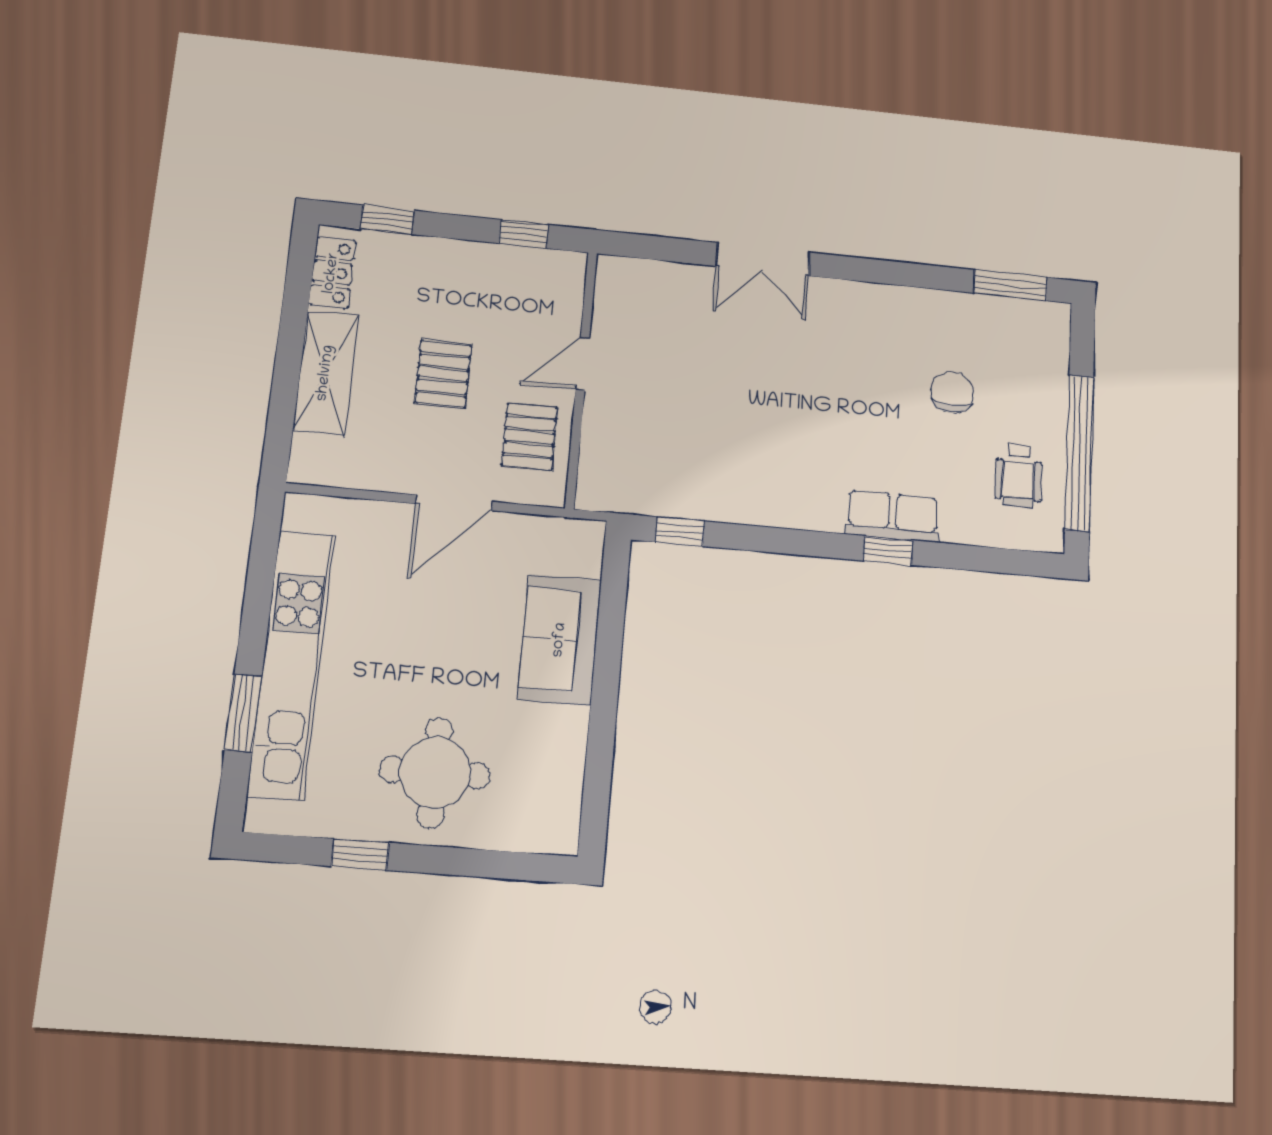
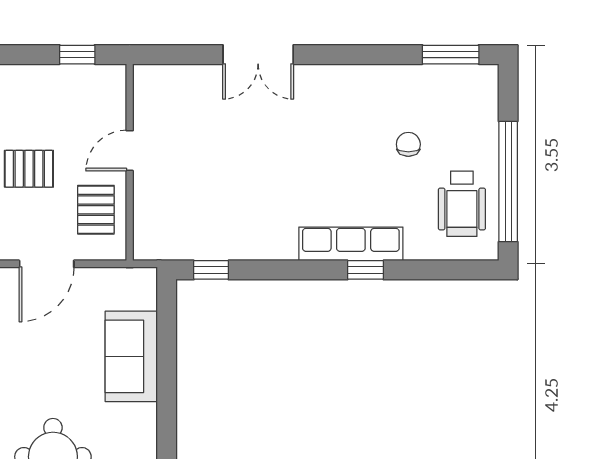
pallet: (443, 374) -> (29, 169), turned 90
chair: (952, 392) -> (408, 144), width x0.73, depth x0.73
wheelchair: (1018, 475) -> (462, 204), width x1.36, depth x1.37
row of seats: (893, 516) -> (351, 244), width x1.48

